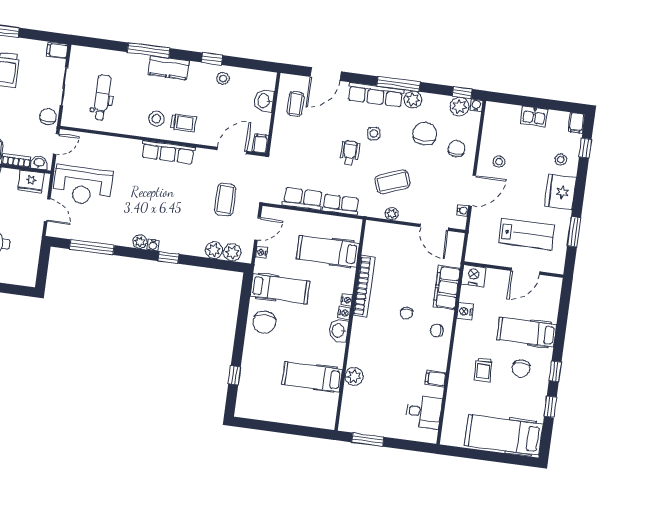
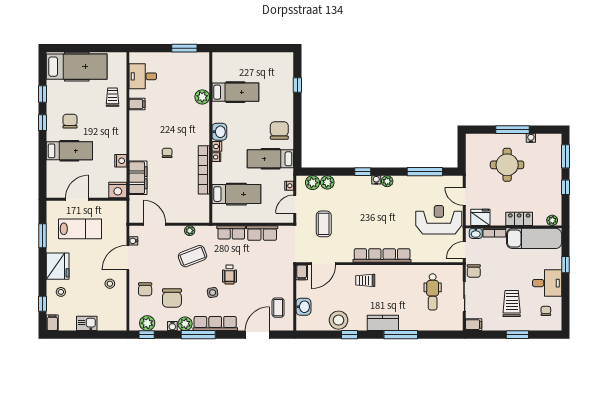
stool: (223, 78) -> (339, 320), width x1.89, depth x1.89
water cooler: (476, 105) -> (172, 326), moved
stool: (156, 119) -> (387, 281), removed
row of seats: (168, 152) -> (382, 255), width x1.36
lab bench: (527, 234) -> (80, 229), turned 180
chair: (437, 331) -> (141, 142), removed
trolley: (483, 370) -> (113, 97), moved

